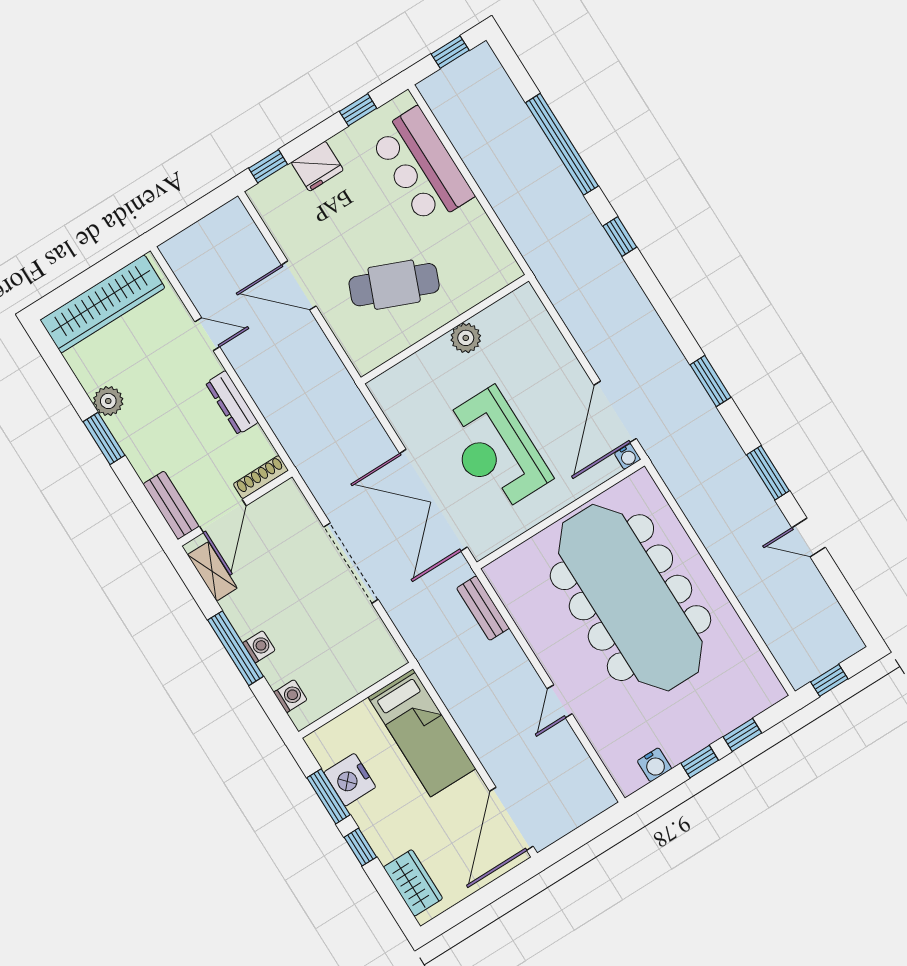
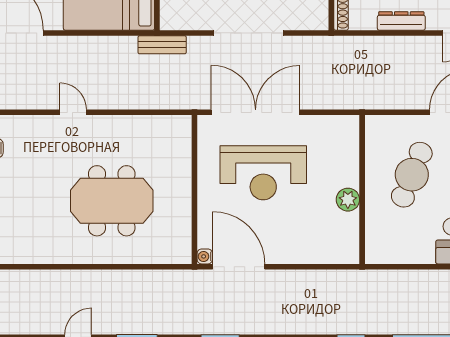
reception desk: (495, 450) -> (263, 173), turned 180
meeting table: (630, 598) -> (112, 201), width x0.54, depth x0.79
bench: (483, 608) -> (162, 45), moved

